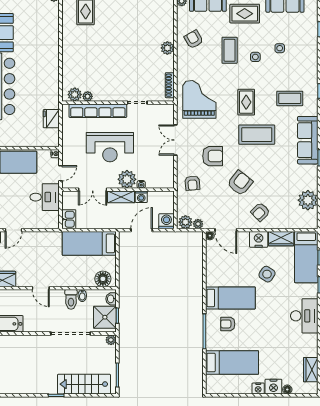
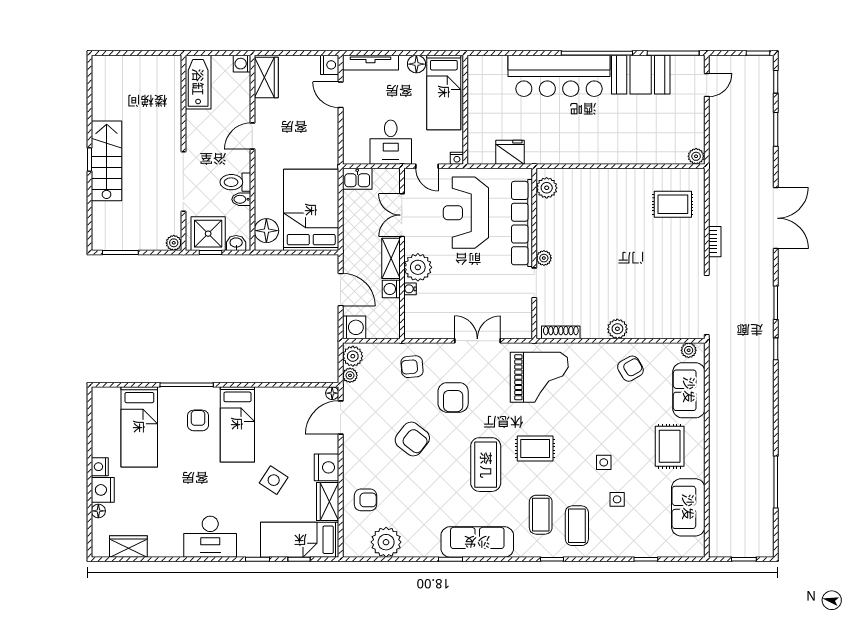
coffee table: (230, 50) -> (577, 526), moved, turned 90
plant: (88, 96) -> (544, 258), moved
reception desk: (110, 147) -> (466, 213), moved
armchair: (260, 212) -> (365, 500), moved, turned 134
bed: (89, 243) -> (311, 210), width x1.50
stairs: (84, 384) -> (107, 161), moved

